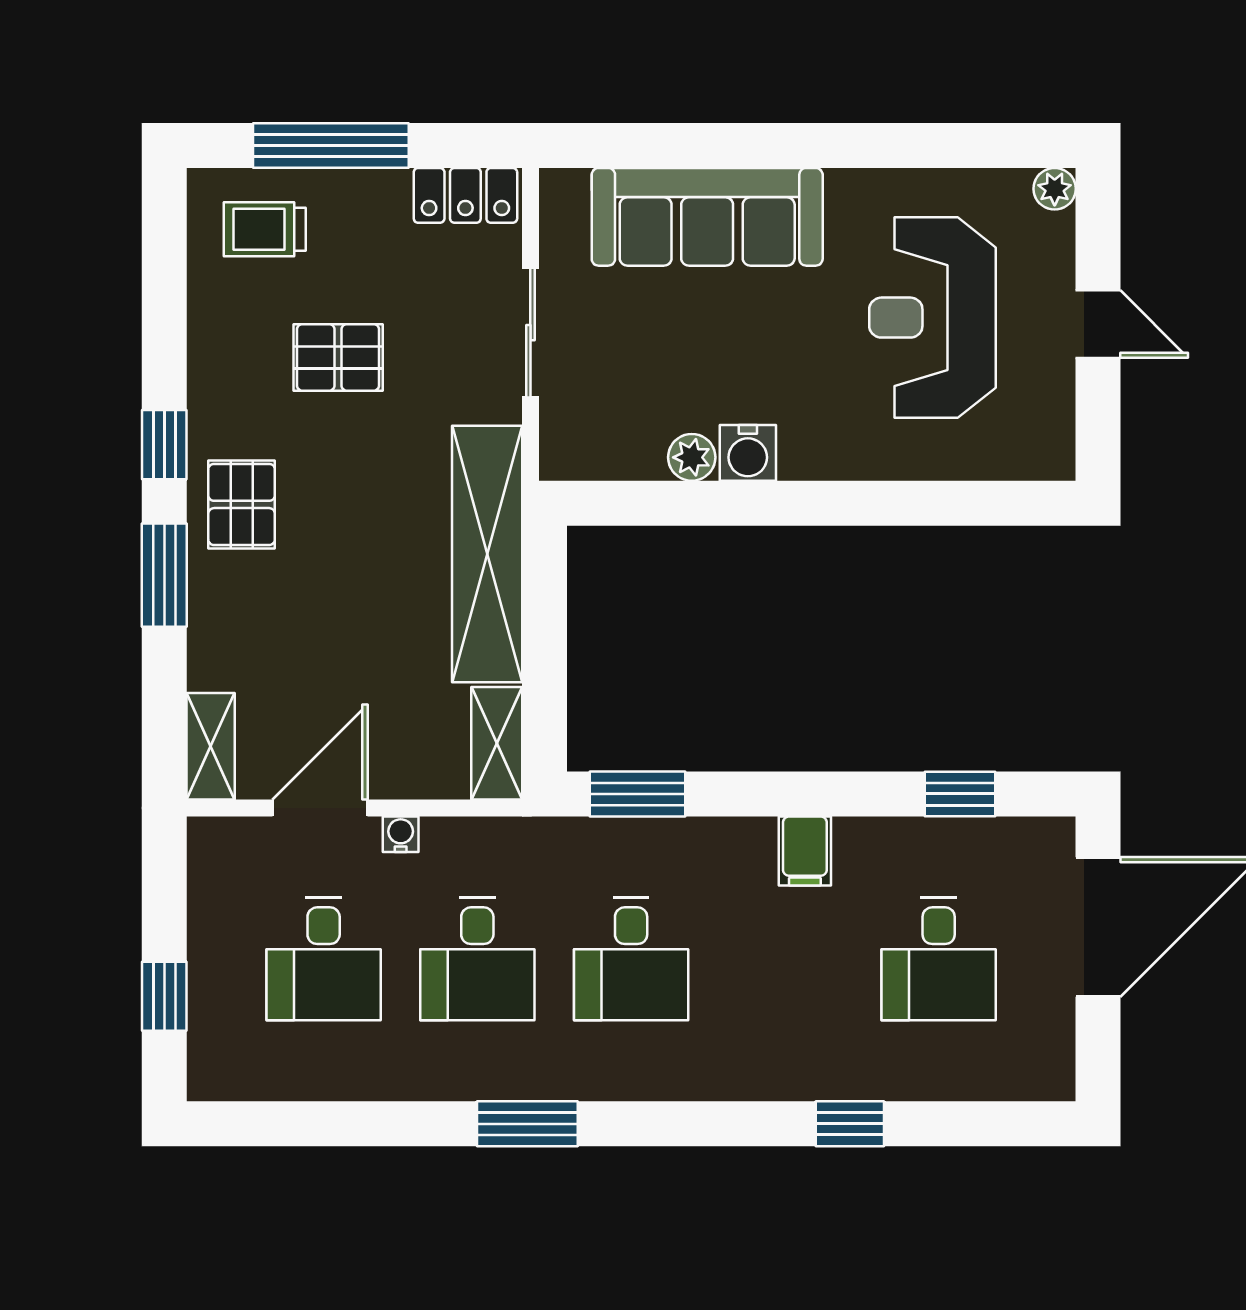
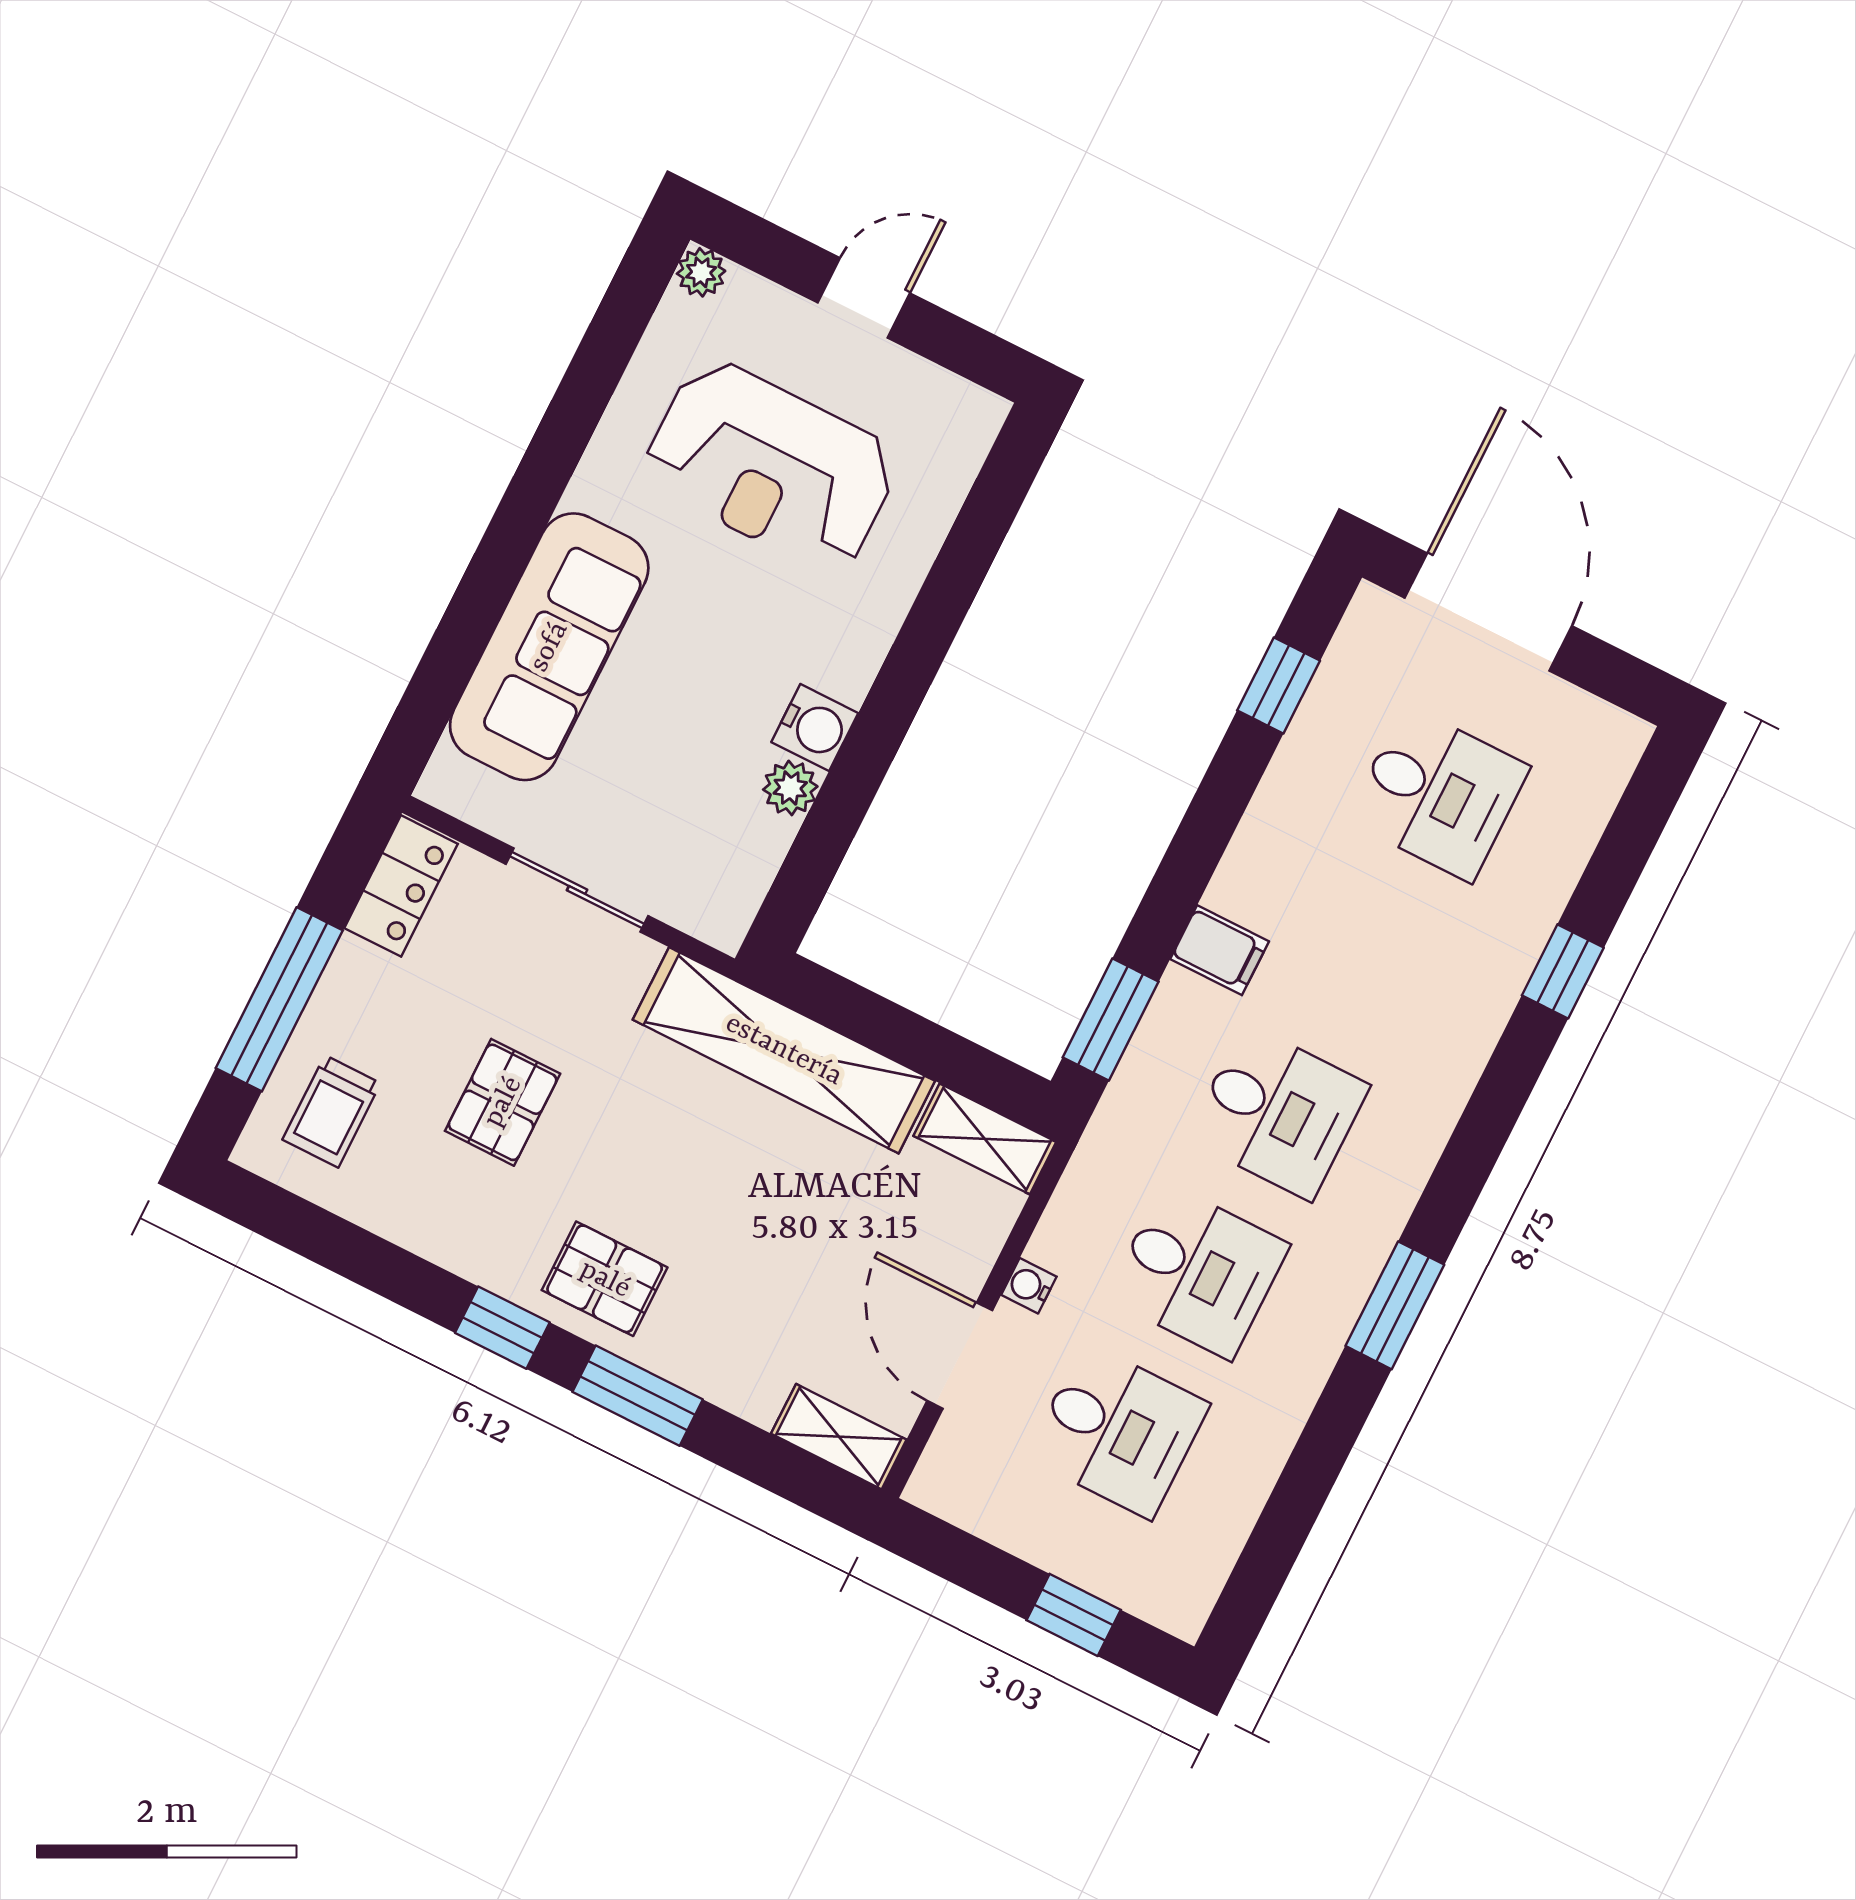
filing cabinet: (805, 851) -> (1220, 950), moved

